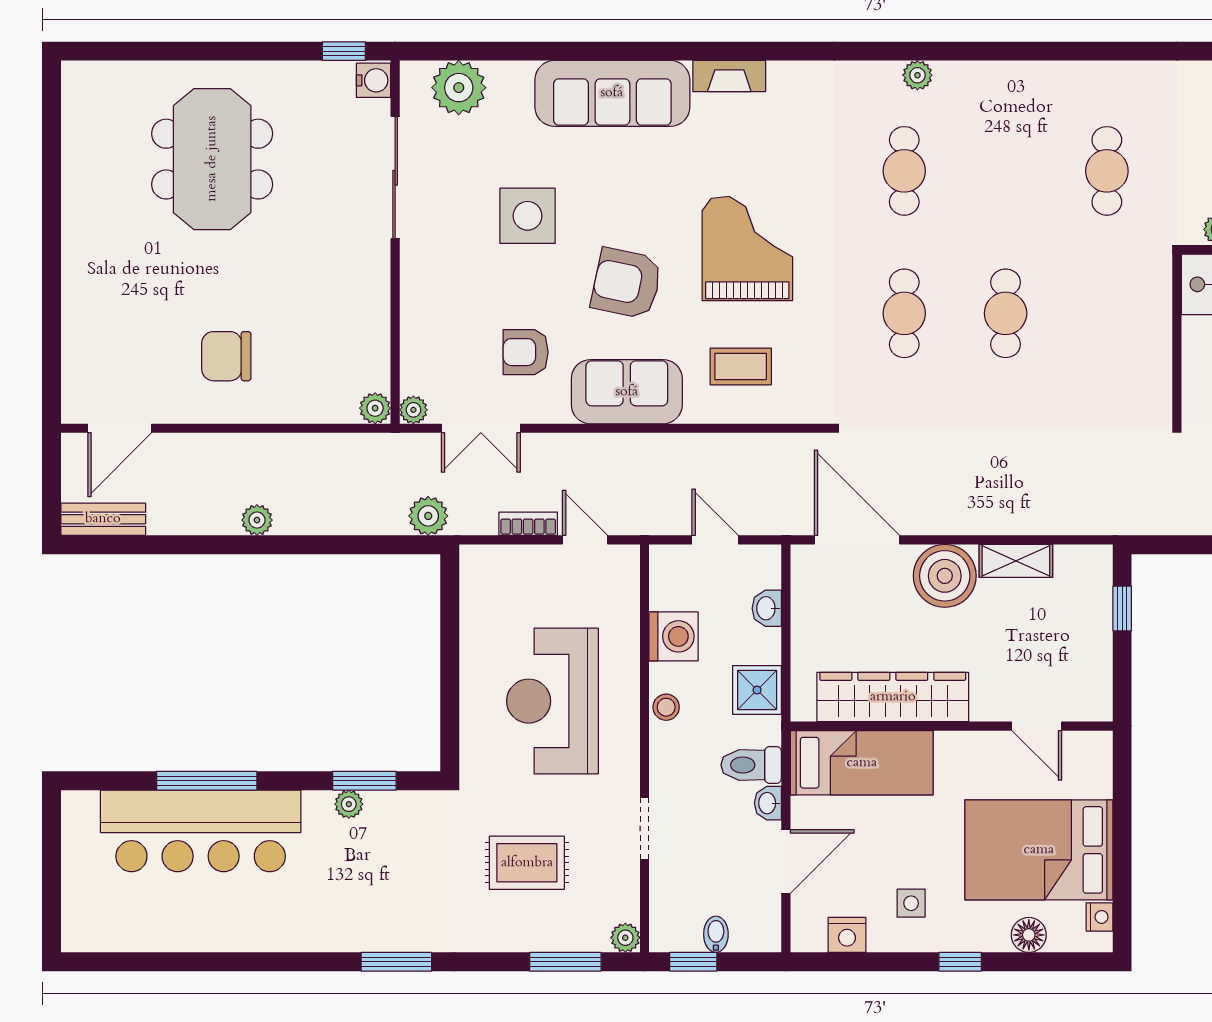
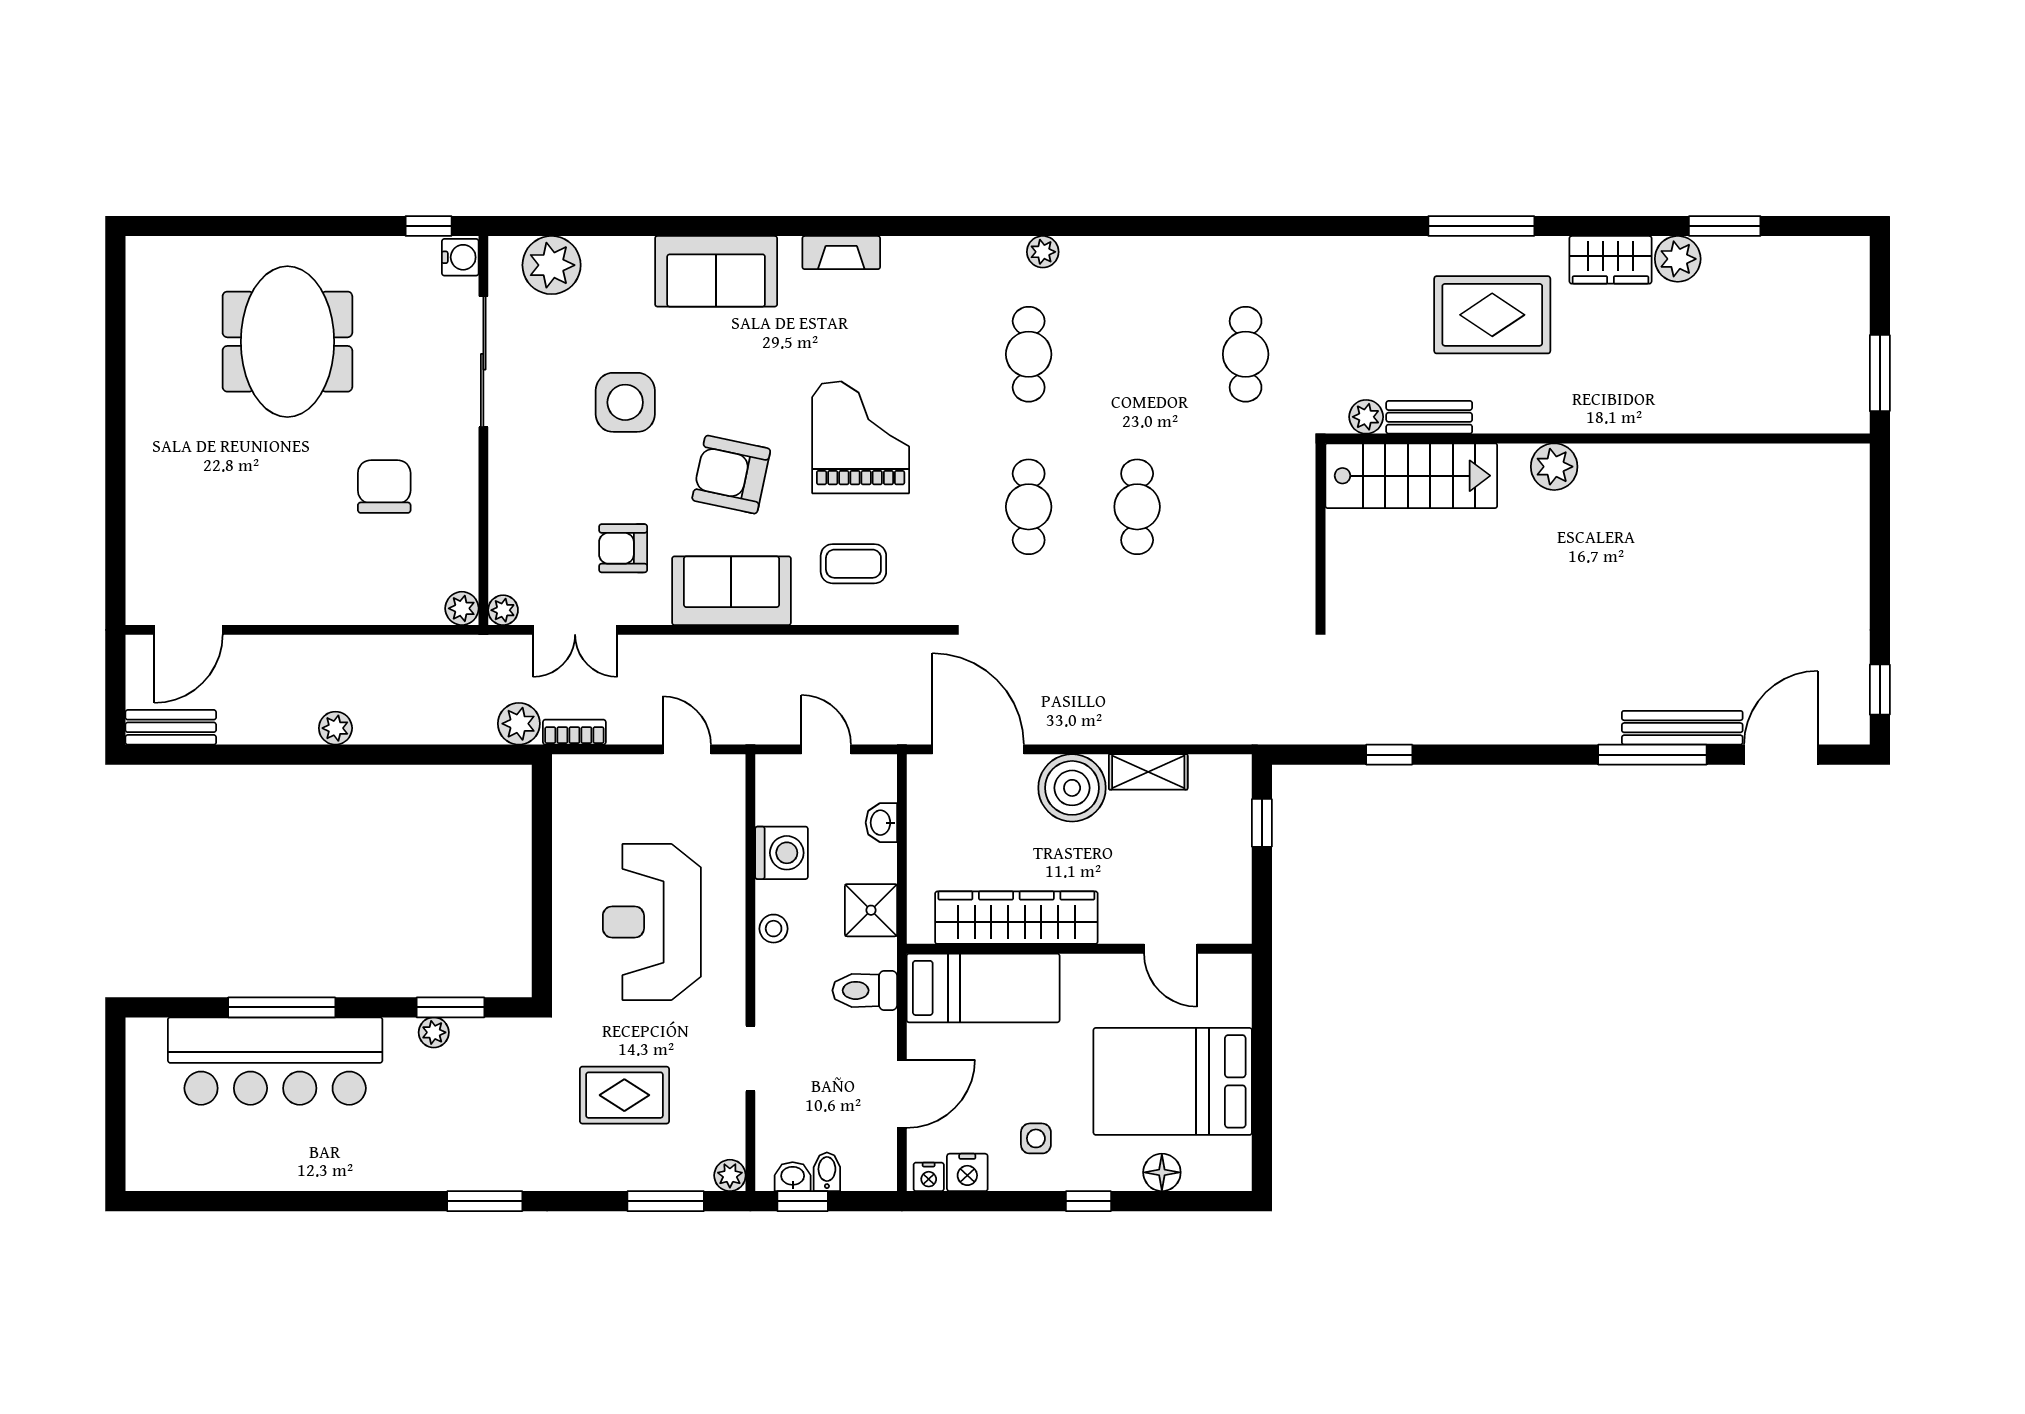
sofa: (612, 93) -> (716, 271), width x0.73
chair: (226, 356) -> (384, 487), moved, turned 90
bookcase: (528, 524) -> (574, 732), moved
washbasin: (768, 803) -> (793, 1177), moved, turned 90
nightstand: (1099, 917) -> (929, 1177), moved, turned 90

